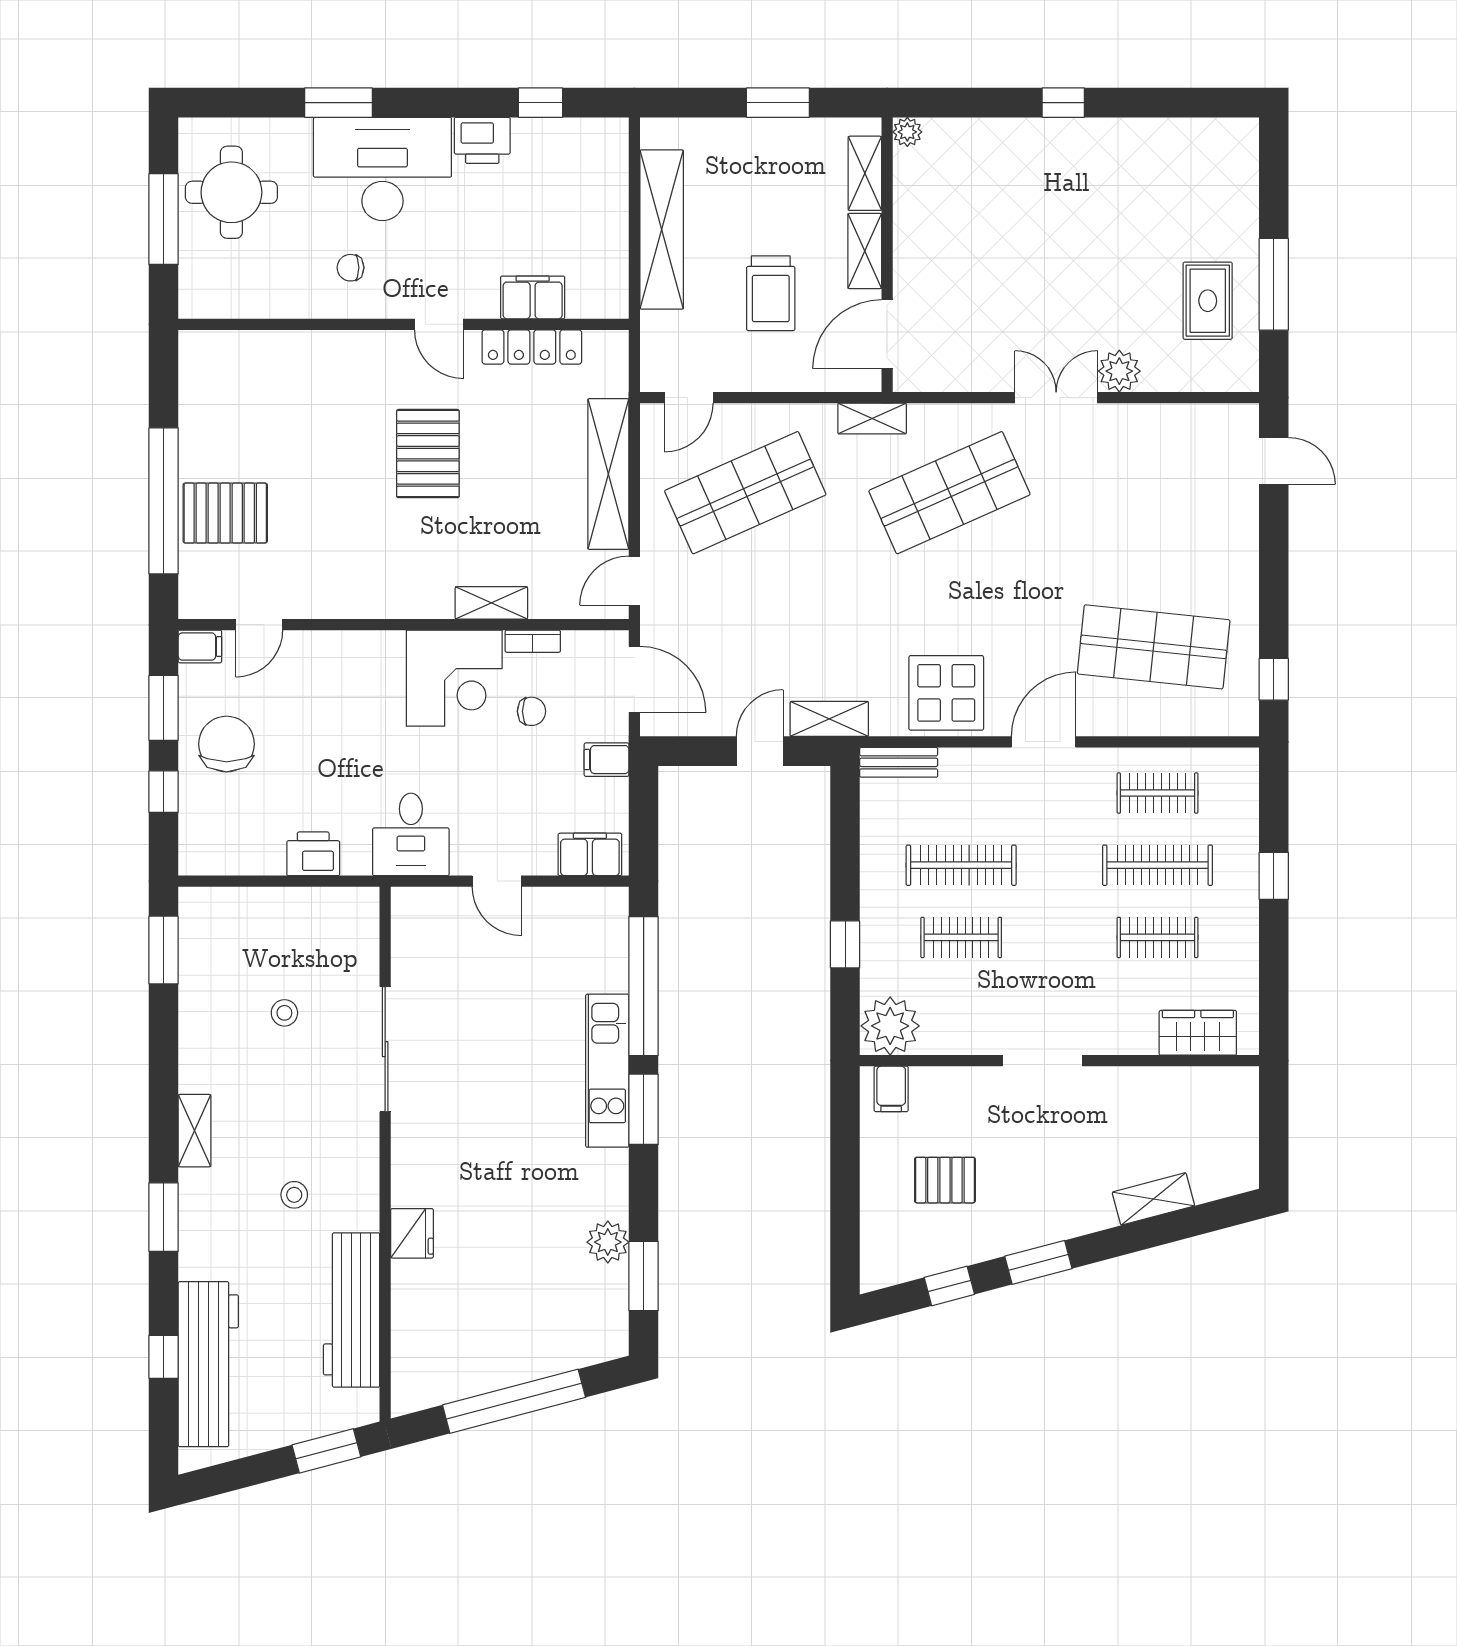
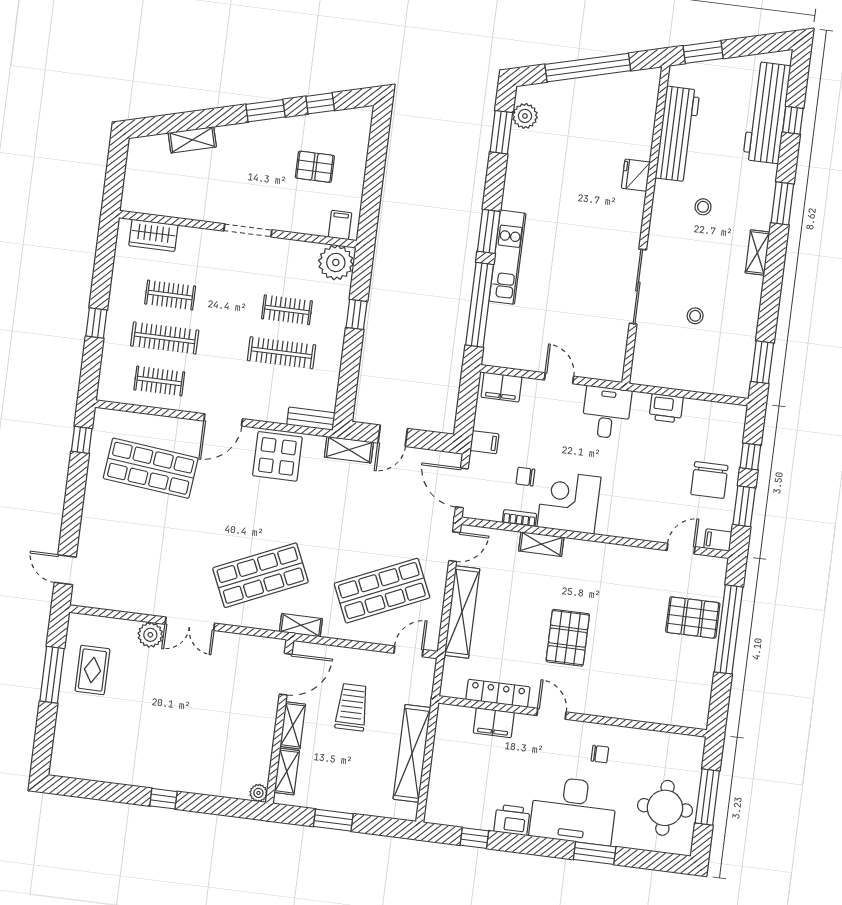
plant: (608, 1242) -> (525, 116), moved

